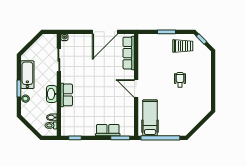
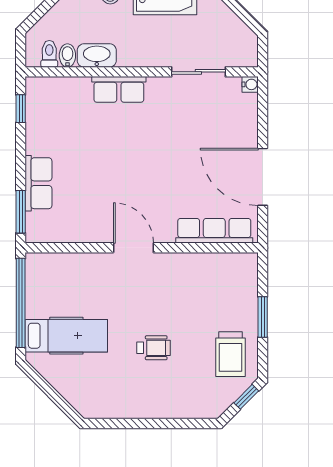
door: (136, 89) -> (133, 248), hinge flipped
washbasin: (52, 94) -> (97, 55), moved
hospital bed: (150, 118) -> (66, 336), moved

